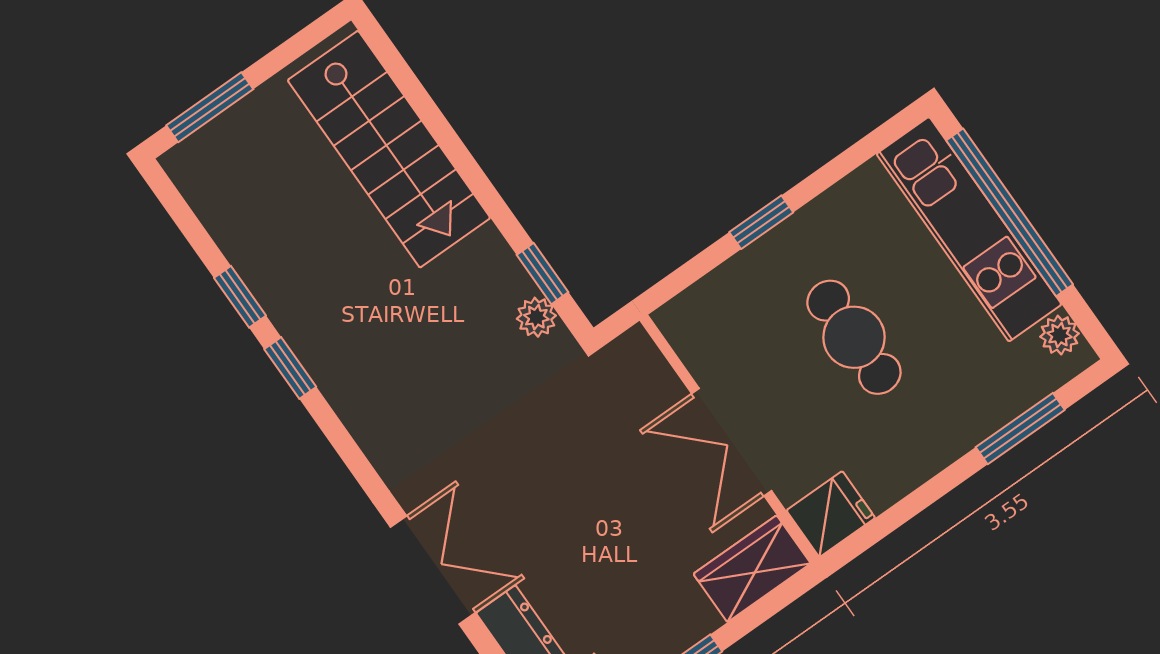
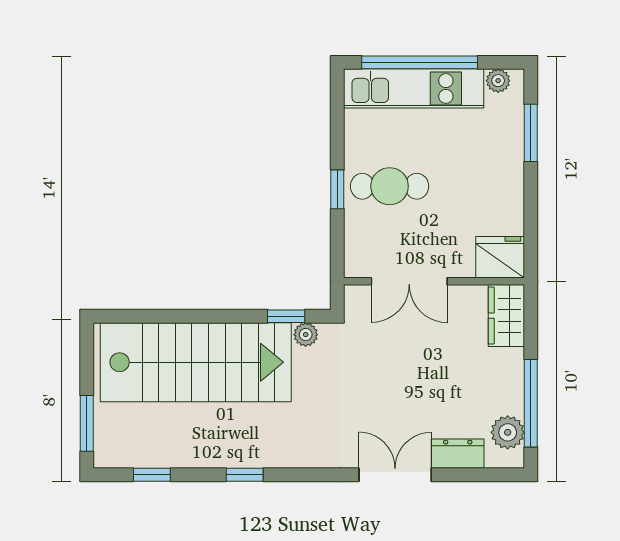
stairs: (389, 149) -> (196, 362), width x1.36, depth x1.51
window: (240, 297) -> (152, 475), moved
cafe table: (854, 337) -> (390, 186), moved
double door: (732, 442) -> (409, 281), moved
fridge: (831, 514) -> (500, 257), width x1.38

